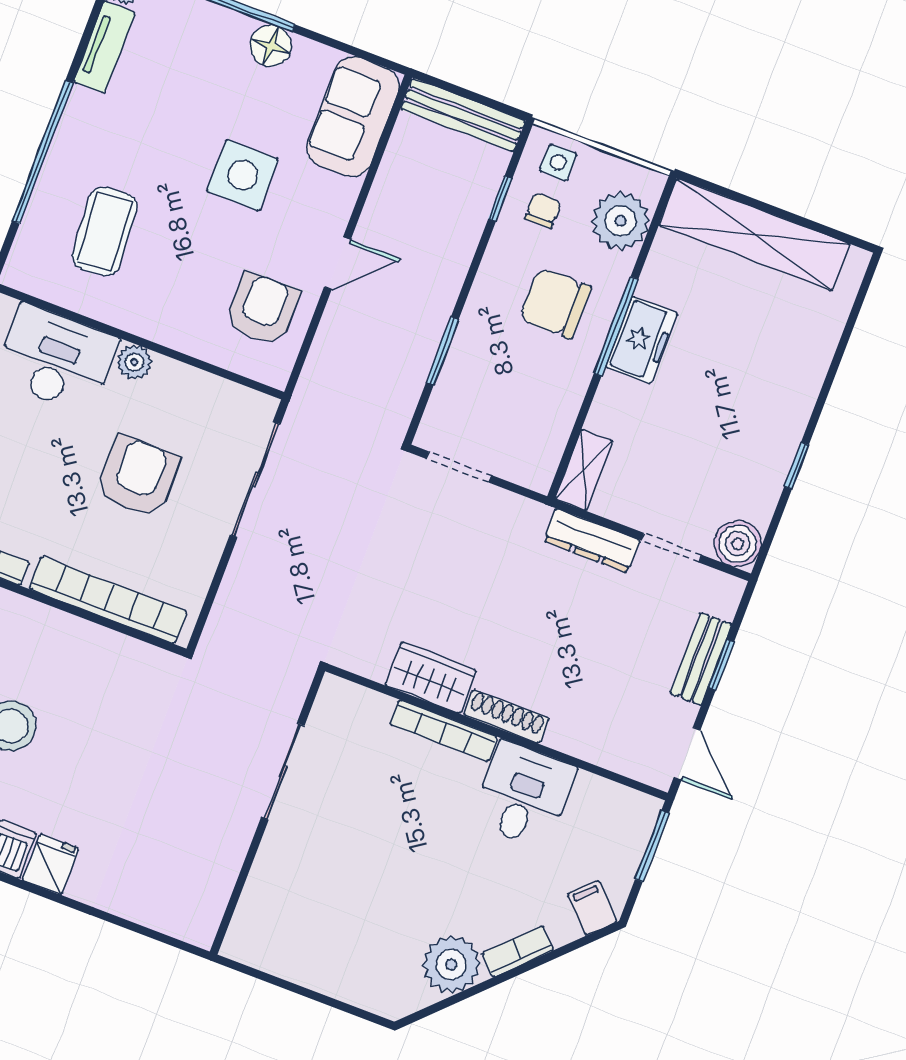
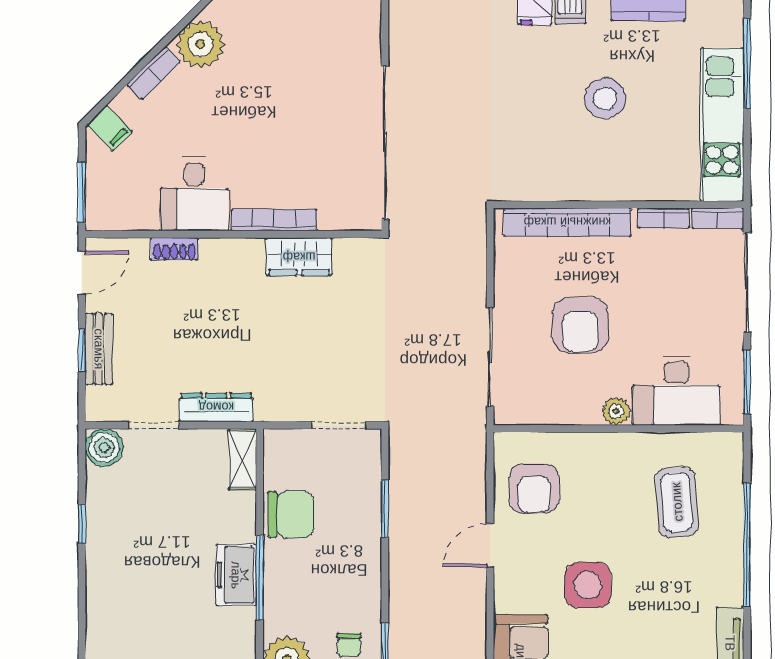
chair: (555, 303) -> (291, 515), moved
shoe rack: (506, 717) -> (174, 249), moved, width x0.70
door: (687, 754) -> (82, 273), swing flipped
sliding door: (283, 771) -> (385, 142), width x1.86

